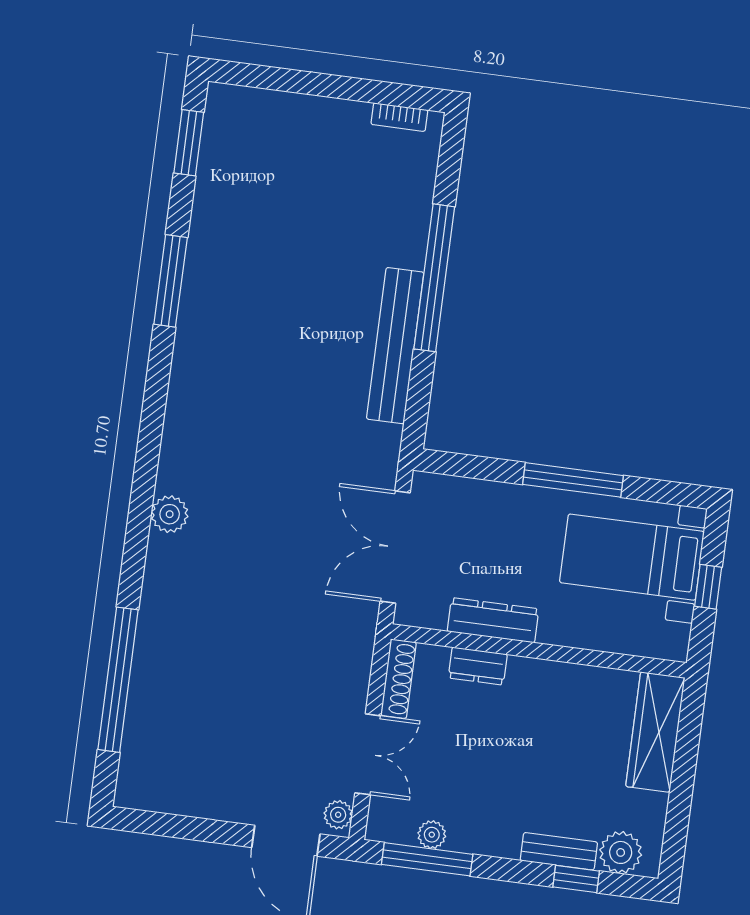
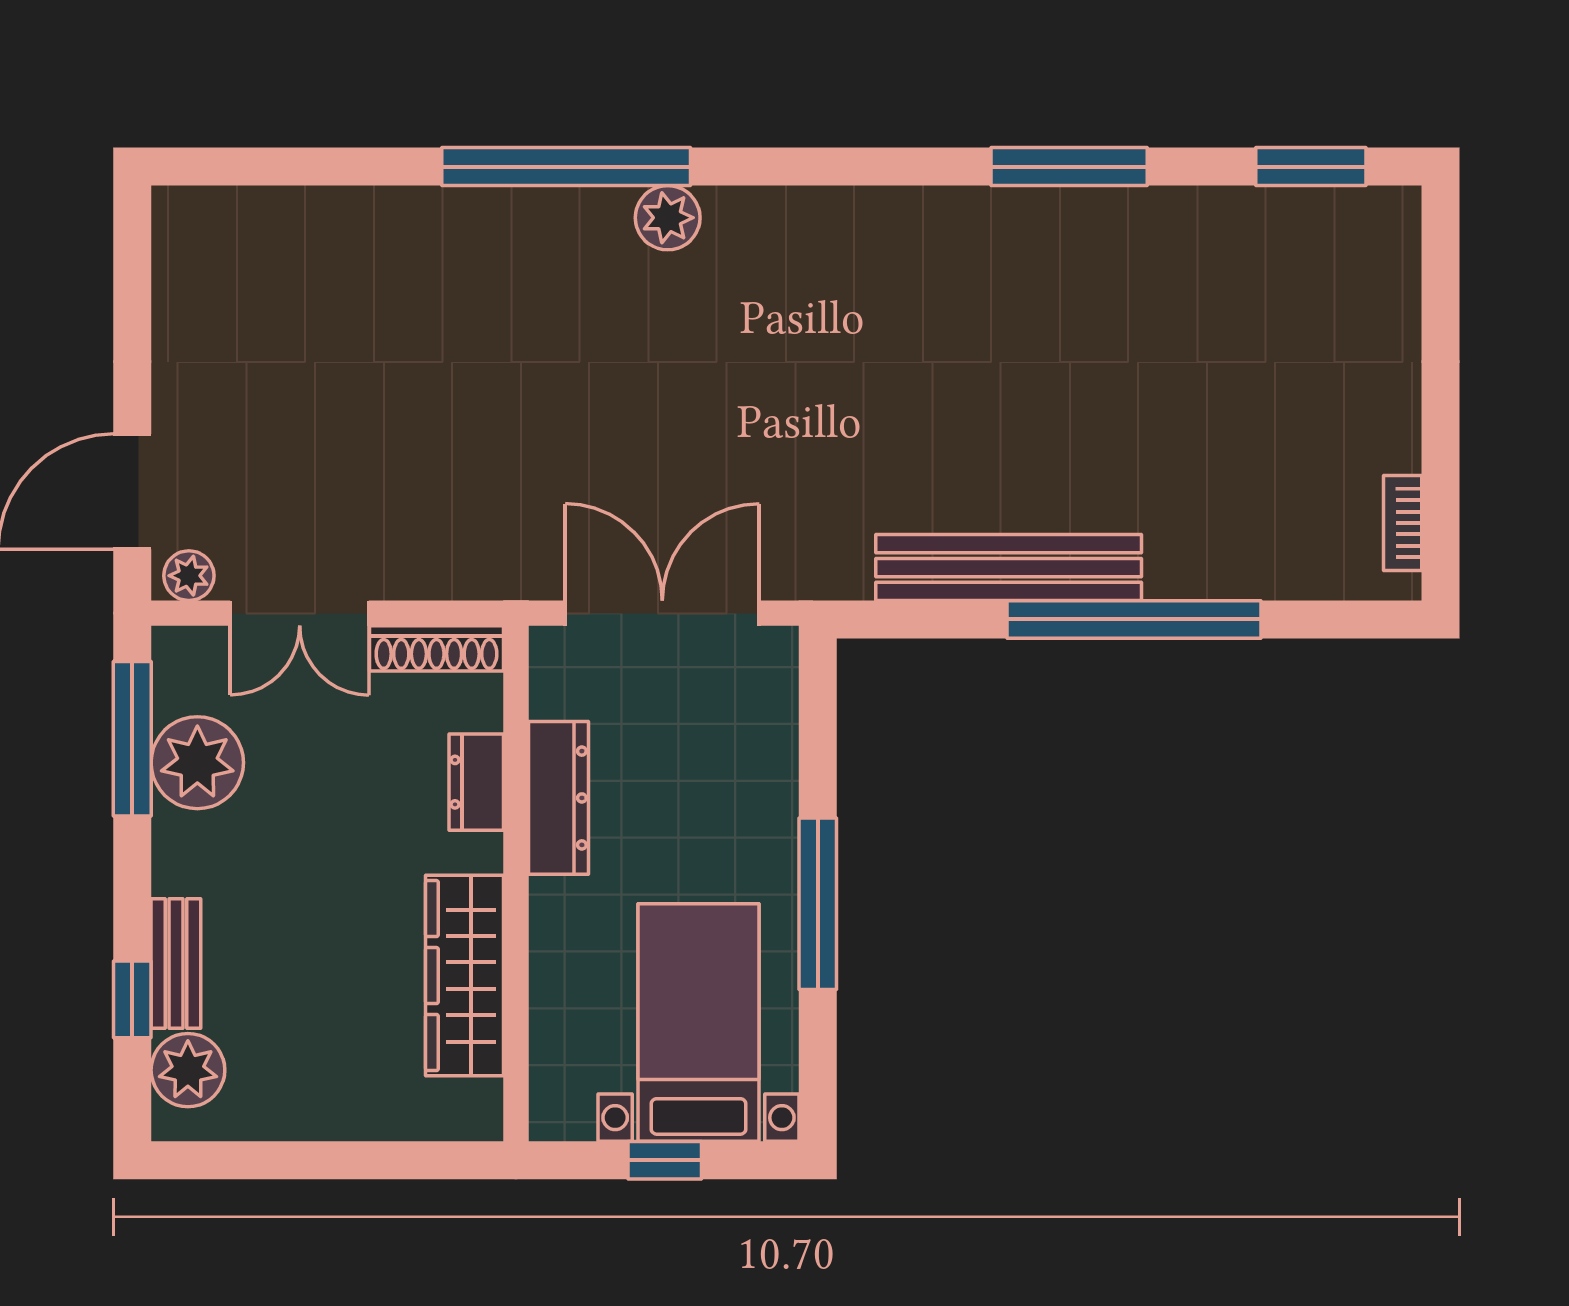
window: (118, 680) -> (566, 167), moved
wardrobe: (655, 732) -> (465, 976), moved, turned -90
plant: (432, 835) -> (197, 763), width x1.88, depth x1.88

